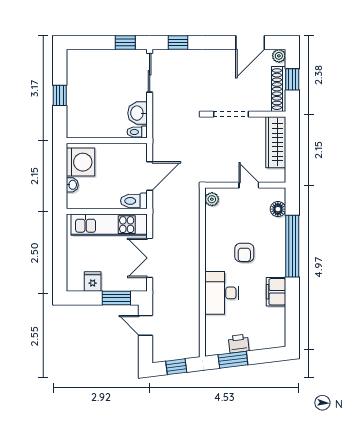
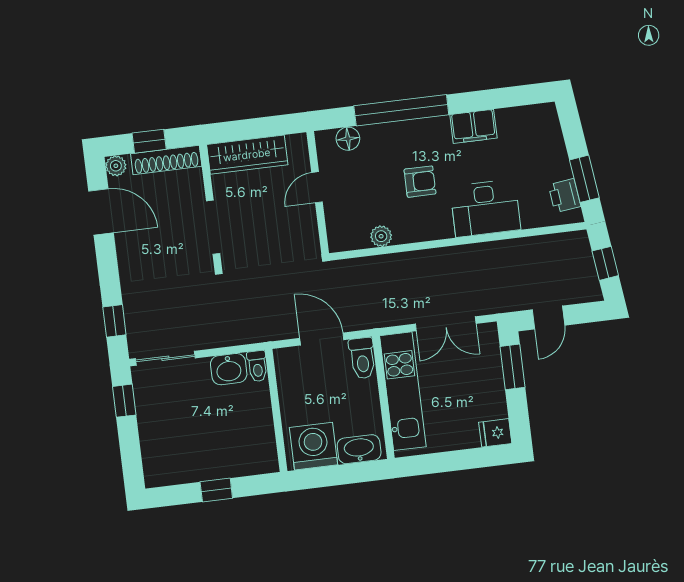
washbasin: (72, 185) -> (359, 449), width x1.91, depth x1.45
plant: (212, 199) -> (381, 236), moved
fridge: (93, 281) -> (495, 433), moved
printer: (239, 344) -> (564, 196), moved

